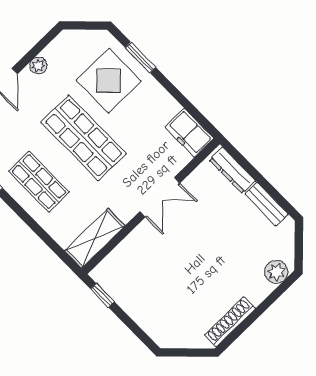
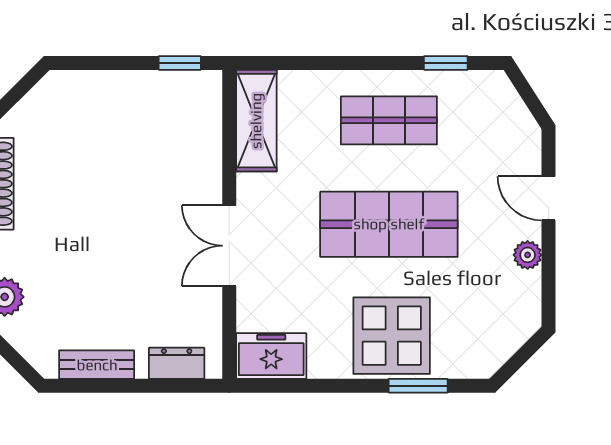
display table: (109, 81) -> (392, 336), moved
dresser: (232, 170) -> (177, 363), width x0.70

